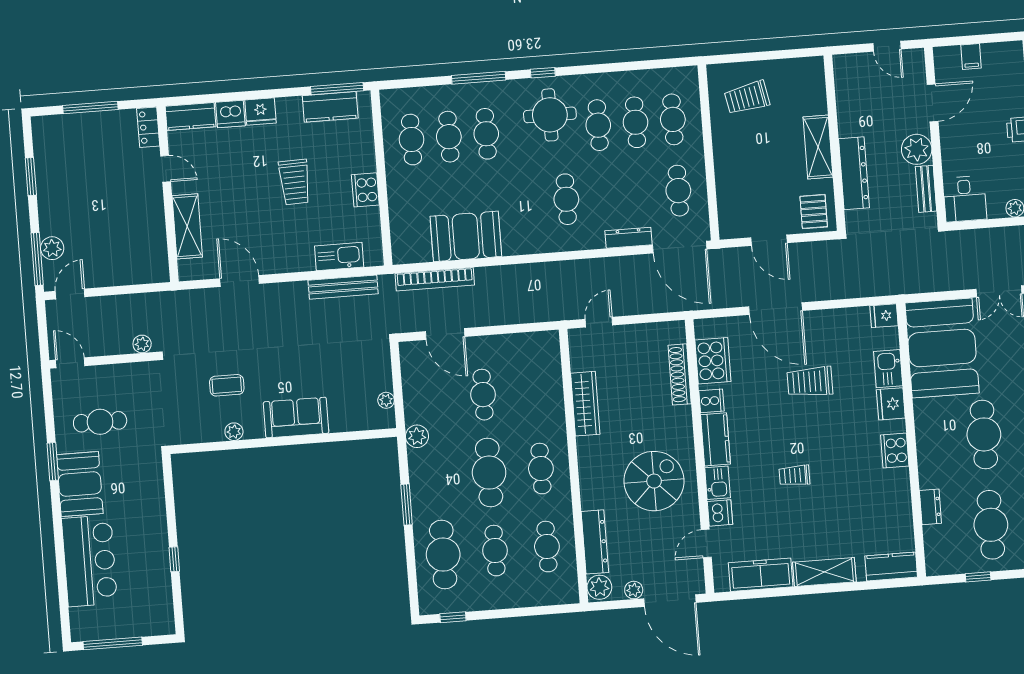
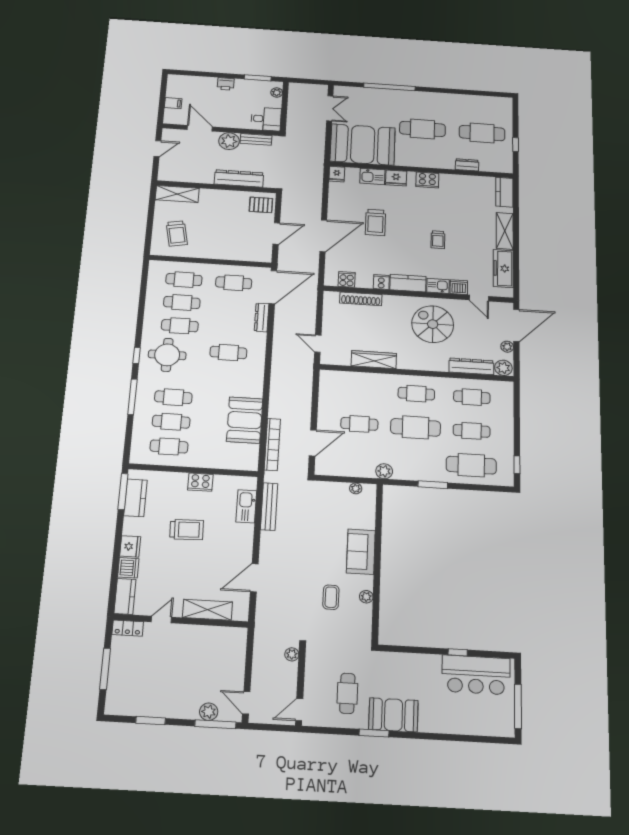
shelving: (818, 147) -> (177, 194), moved
cooker: (713, 361) -> (347, 279), width x0.53, depth x0.76
bar counter: (89, 561) -> (476, 675), moved, turned 180

